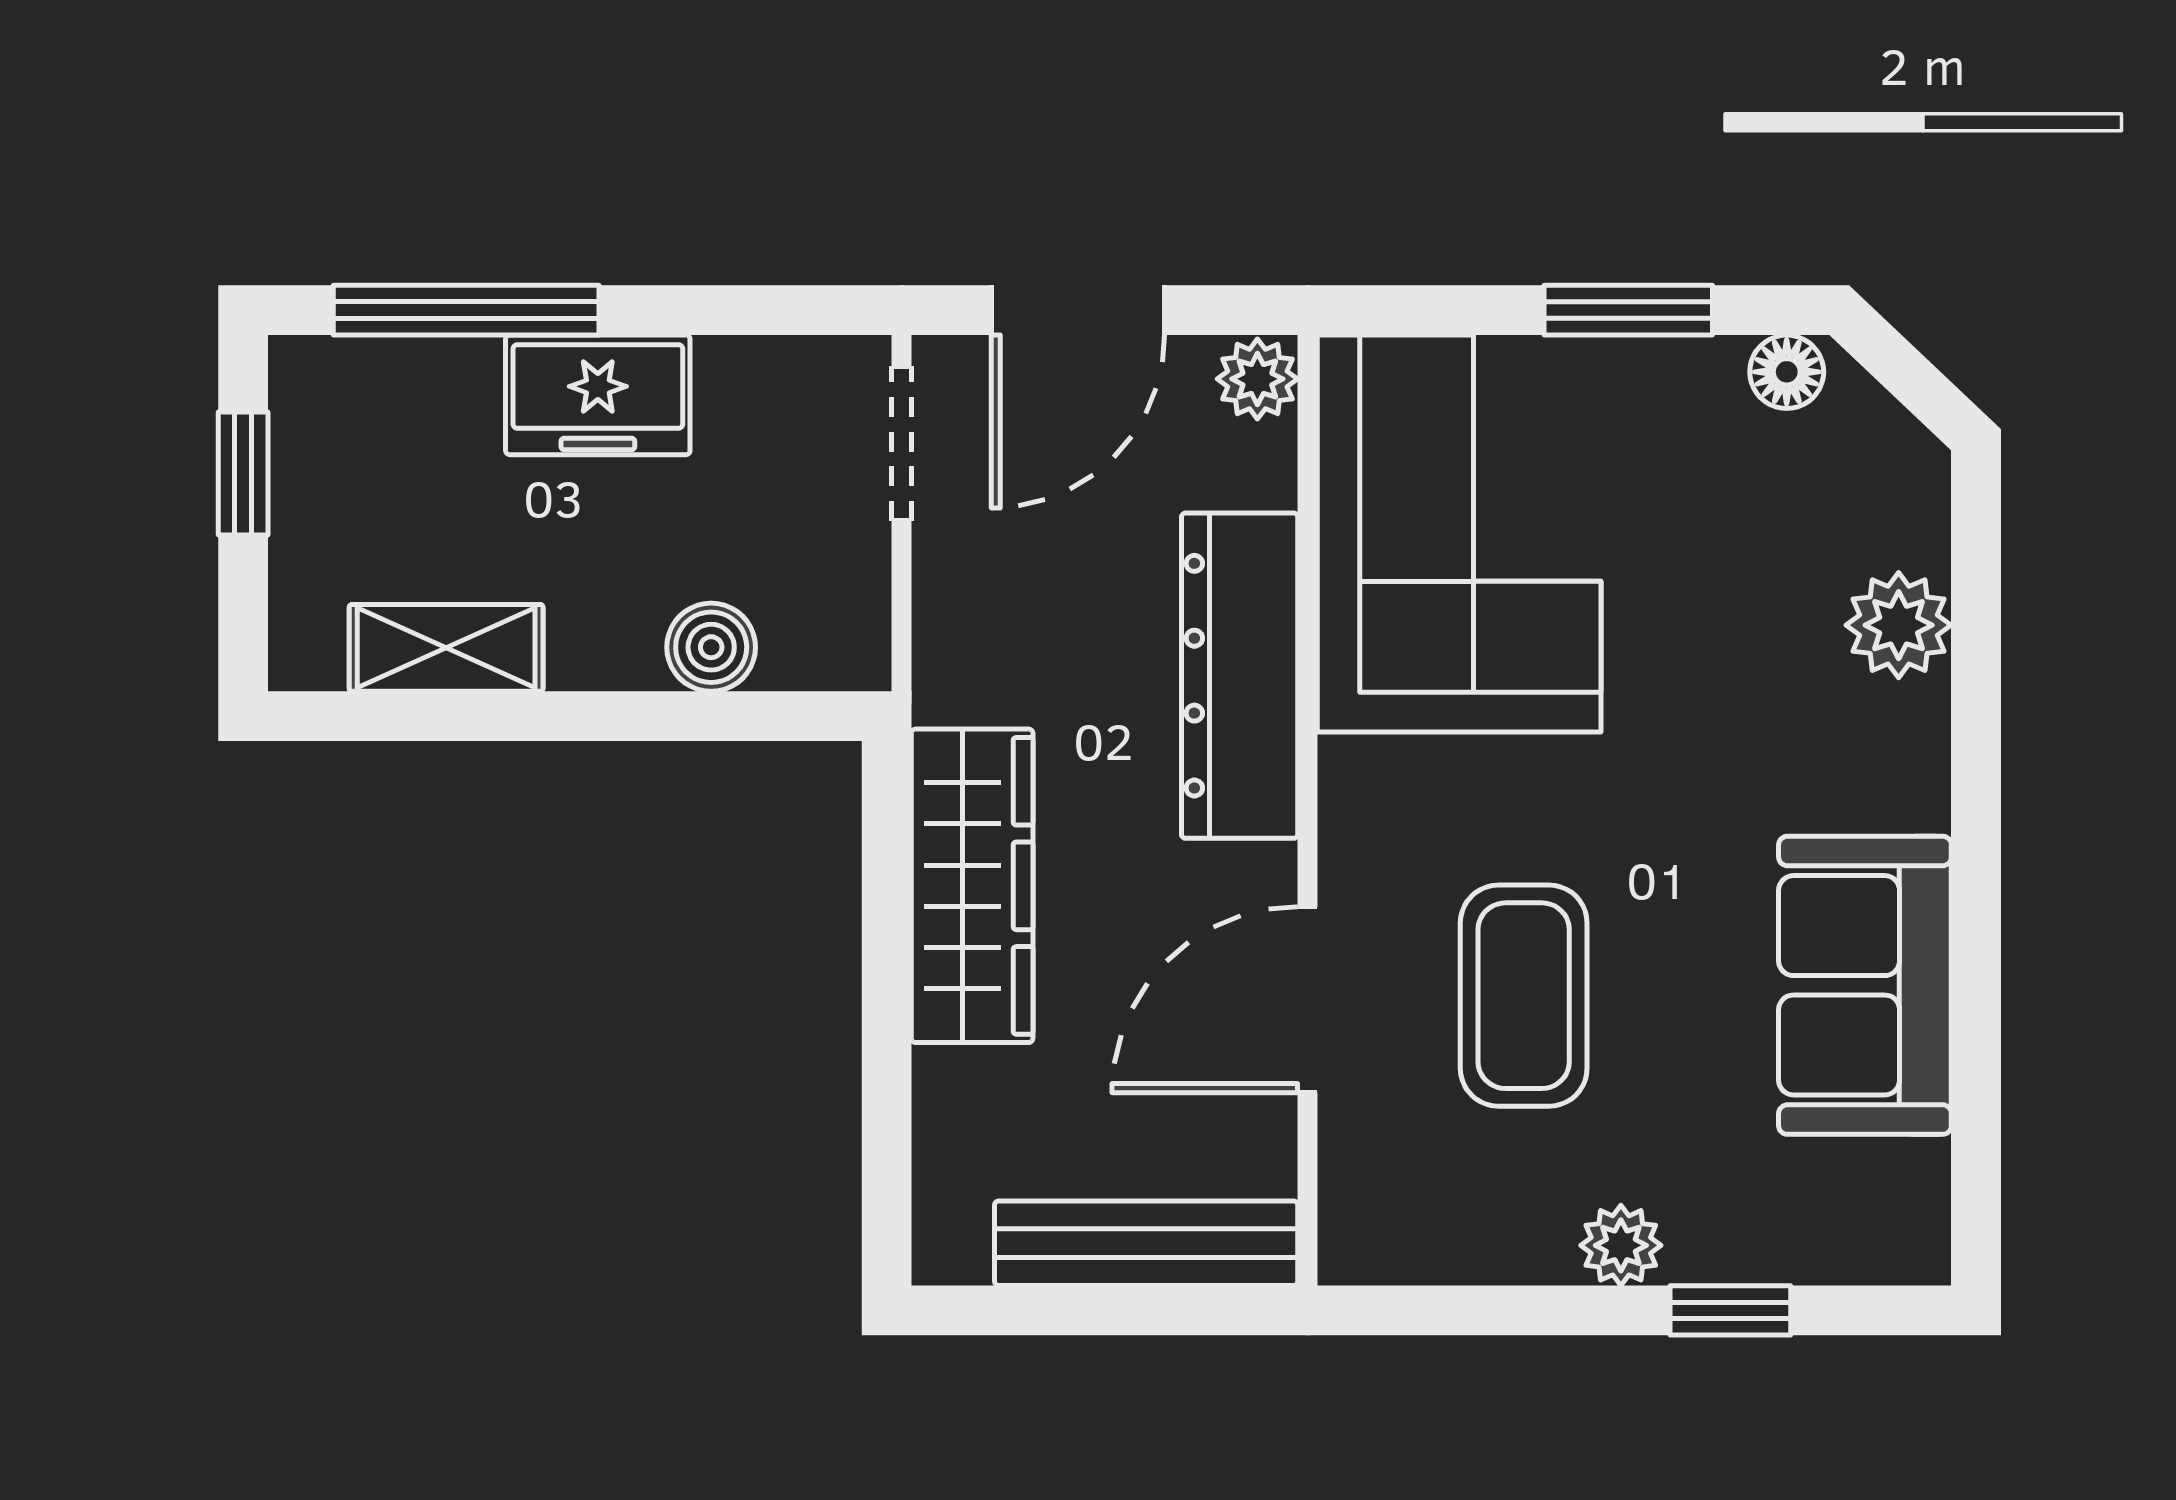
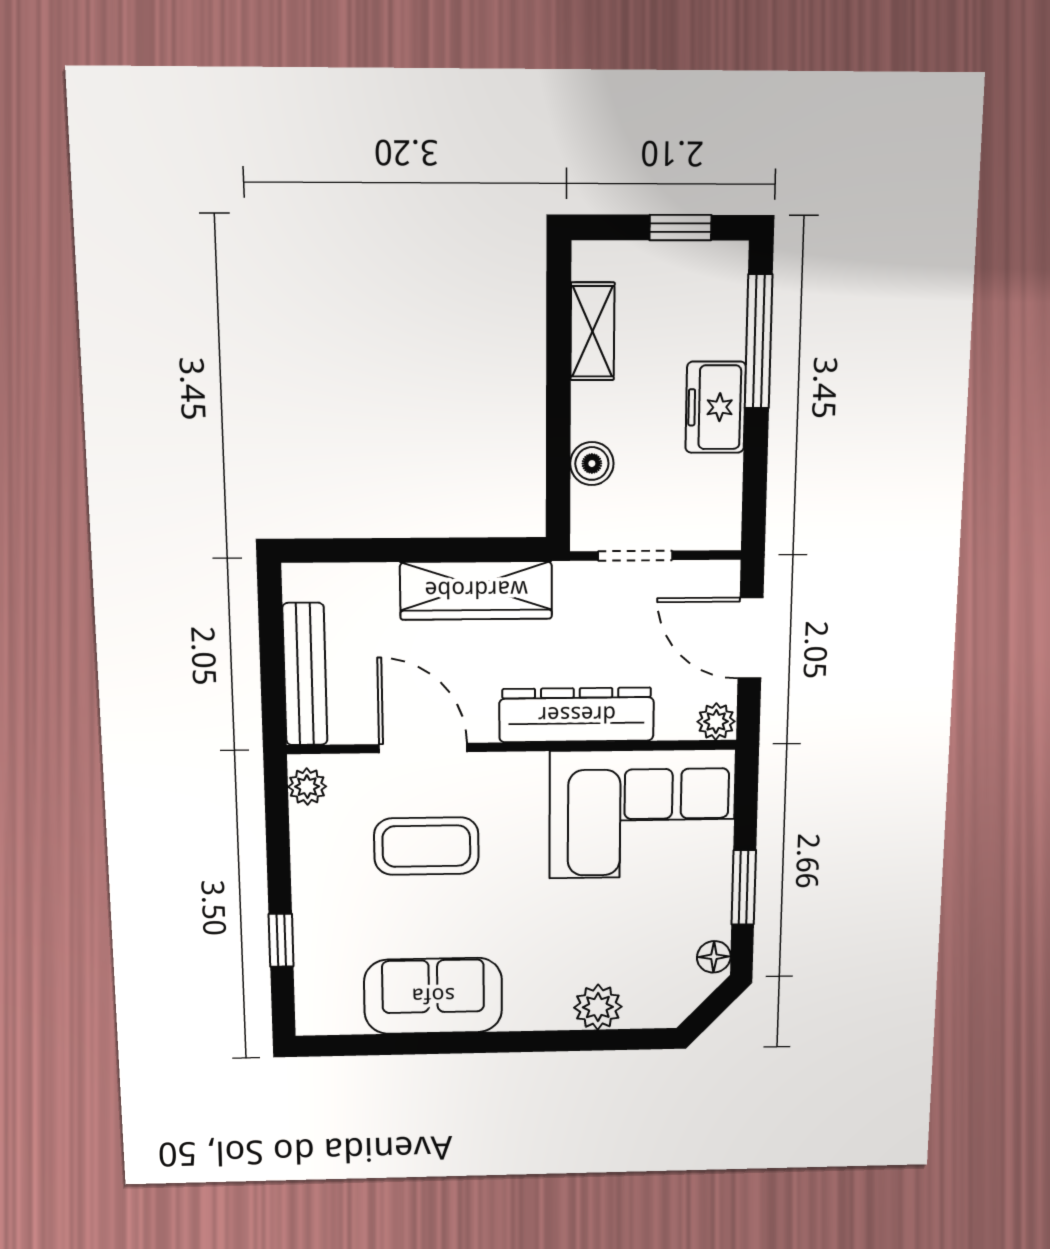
doorway: (902, 444) -> (635, 556), moved
plant: (1621, 1245) -> (307, 787), moved

